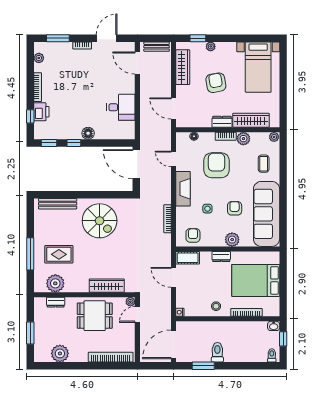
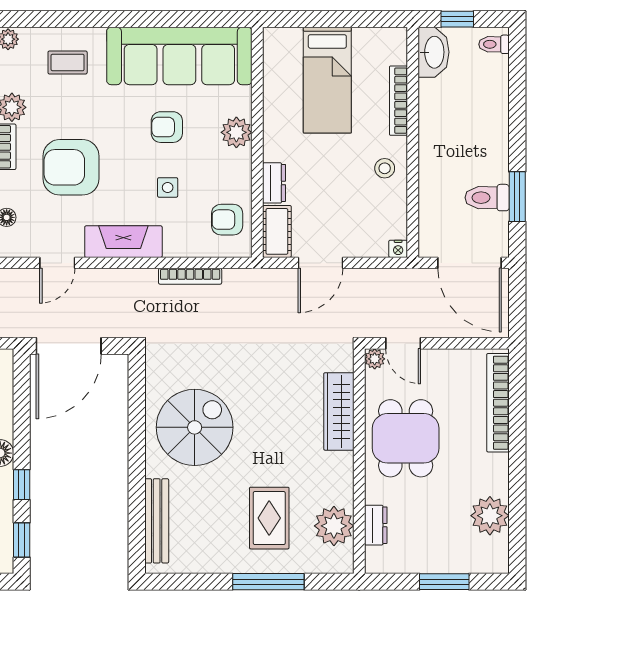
dresser: (221, 256) -> (274, 183), moved
bed: (256, 280) -> (327, 80), width x0.67
washbasin: (274, 326) -> (433, 52), width x1.91, depth x1.45
toilet: (217, 352) -> (487, 198), moved

